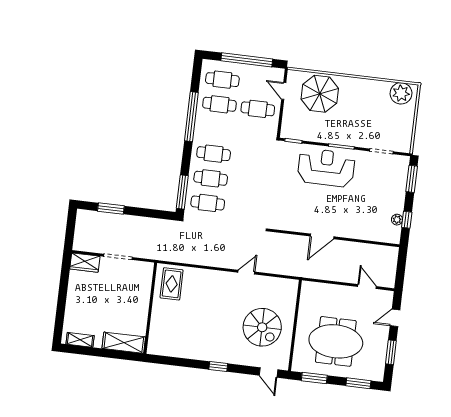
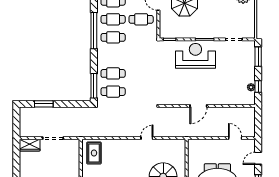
cafe table: (214, 154) -> (113, 37), moved

